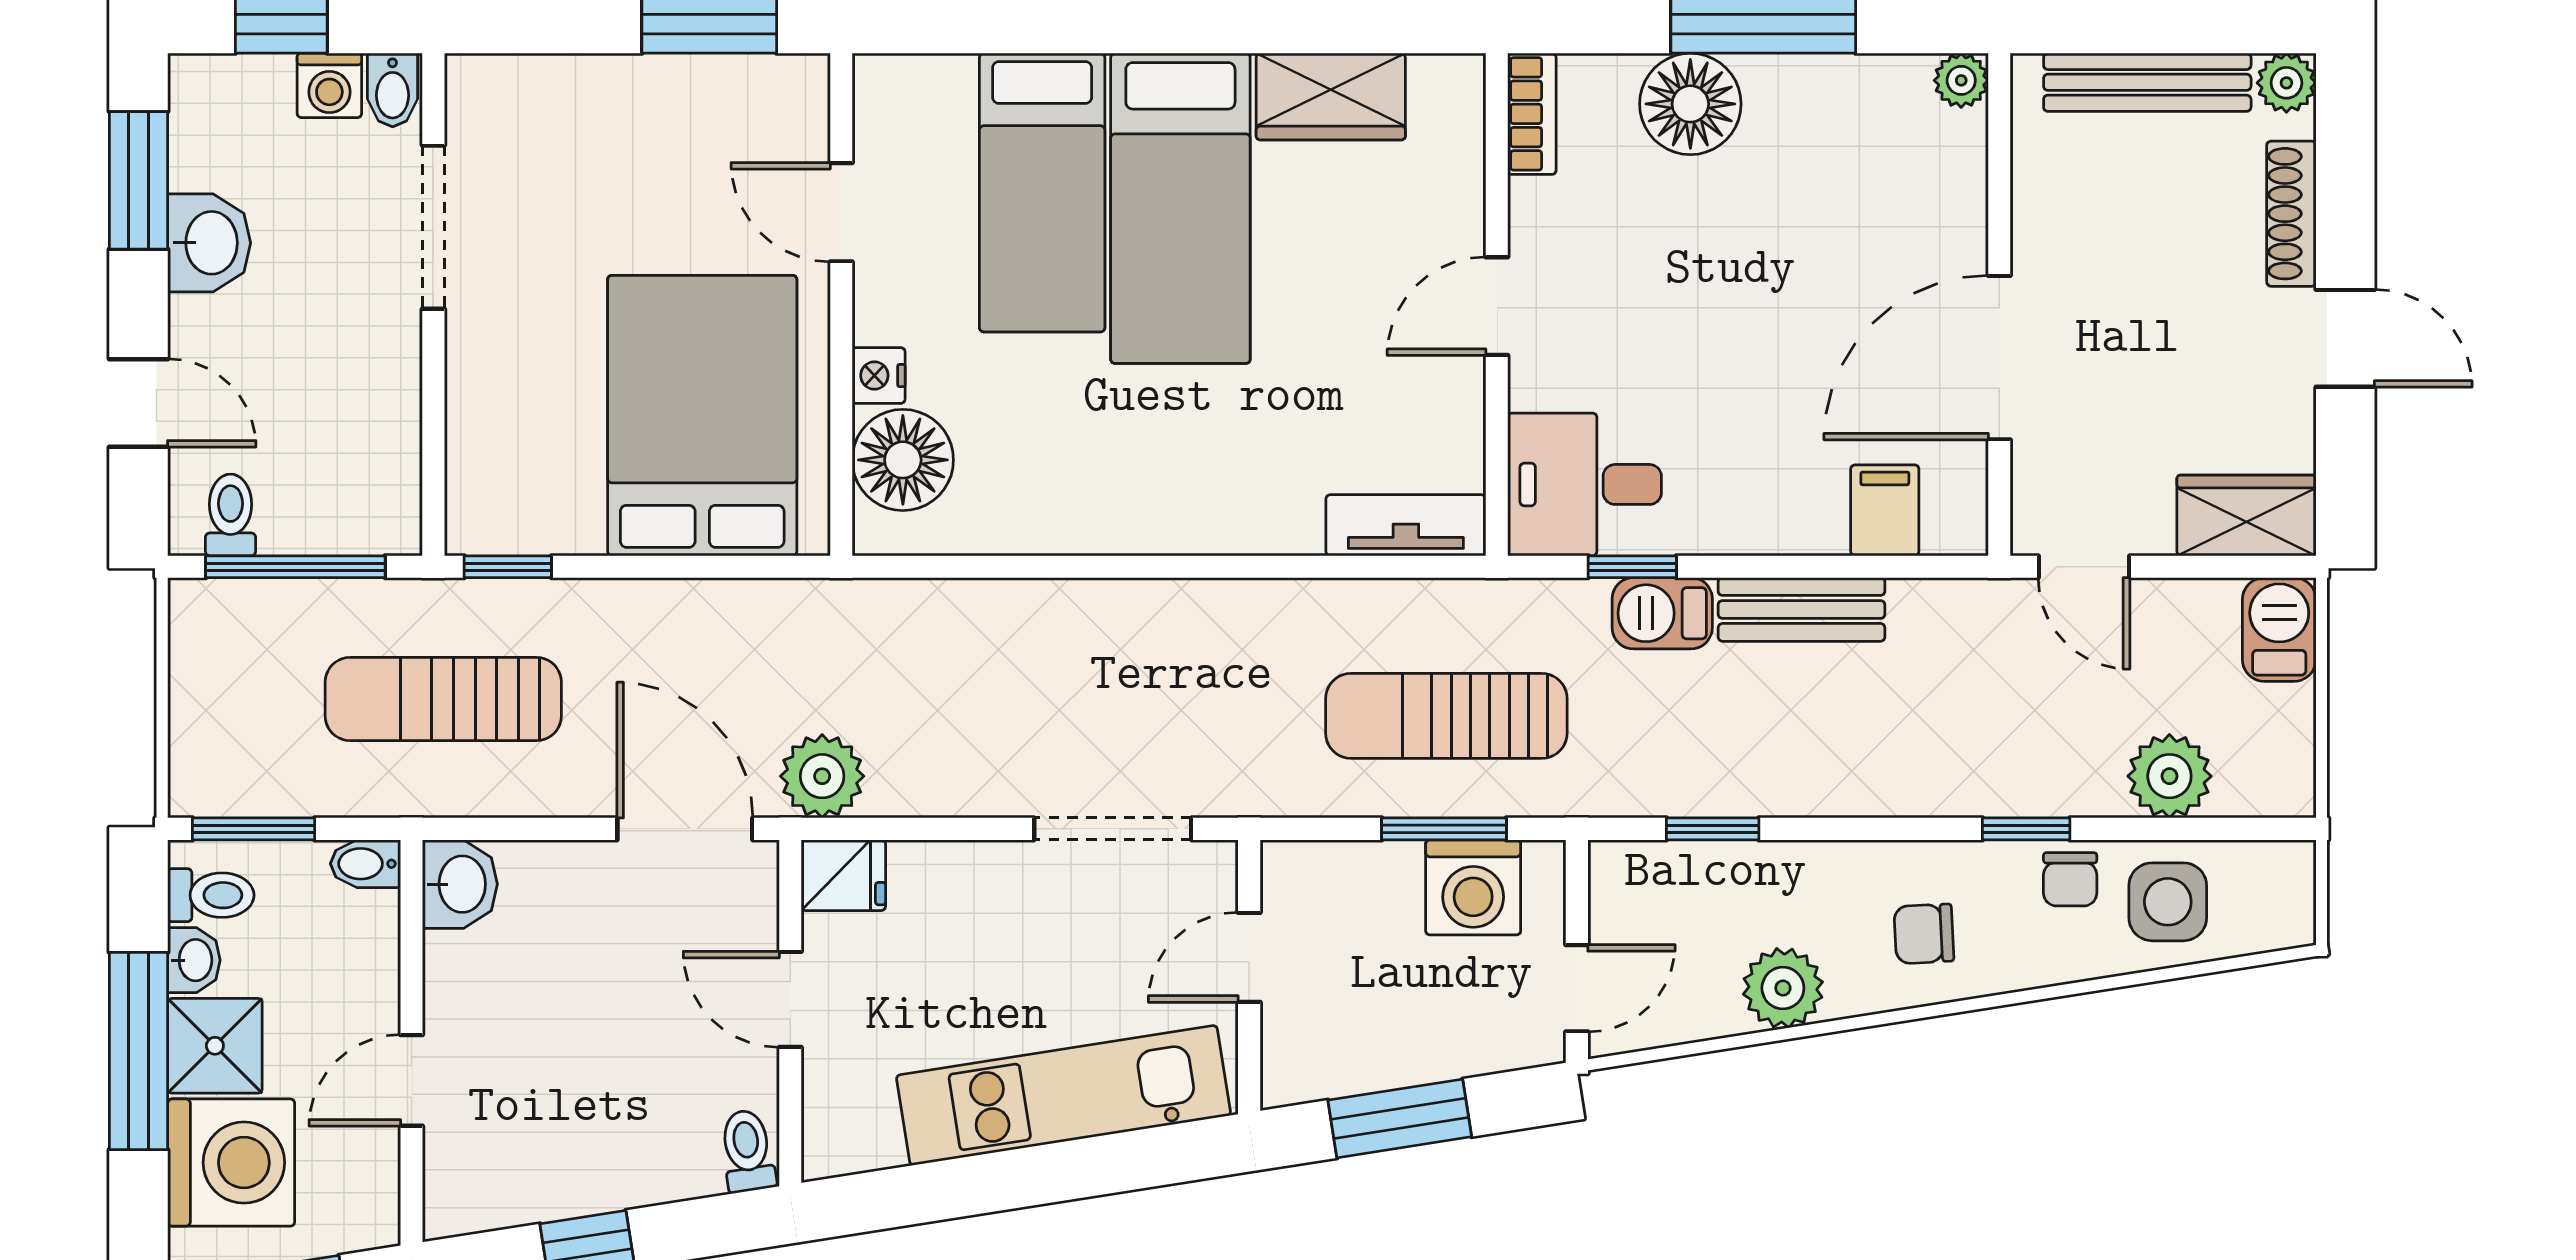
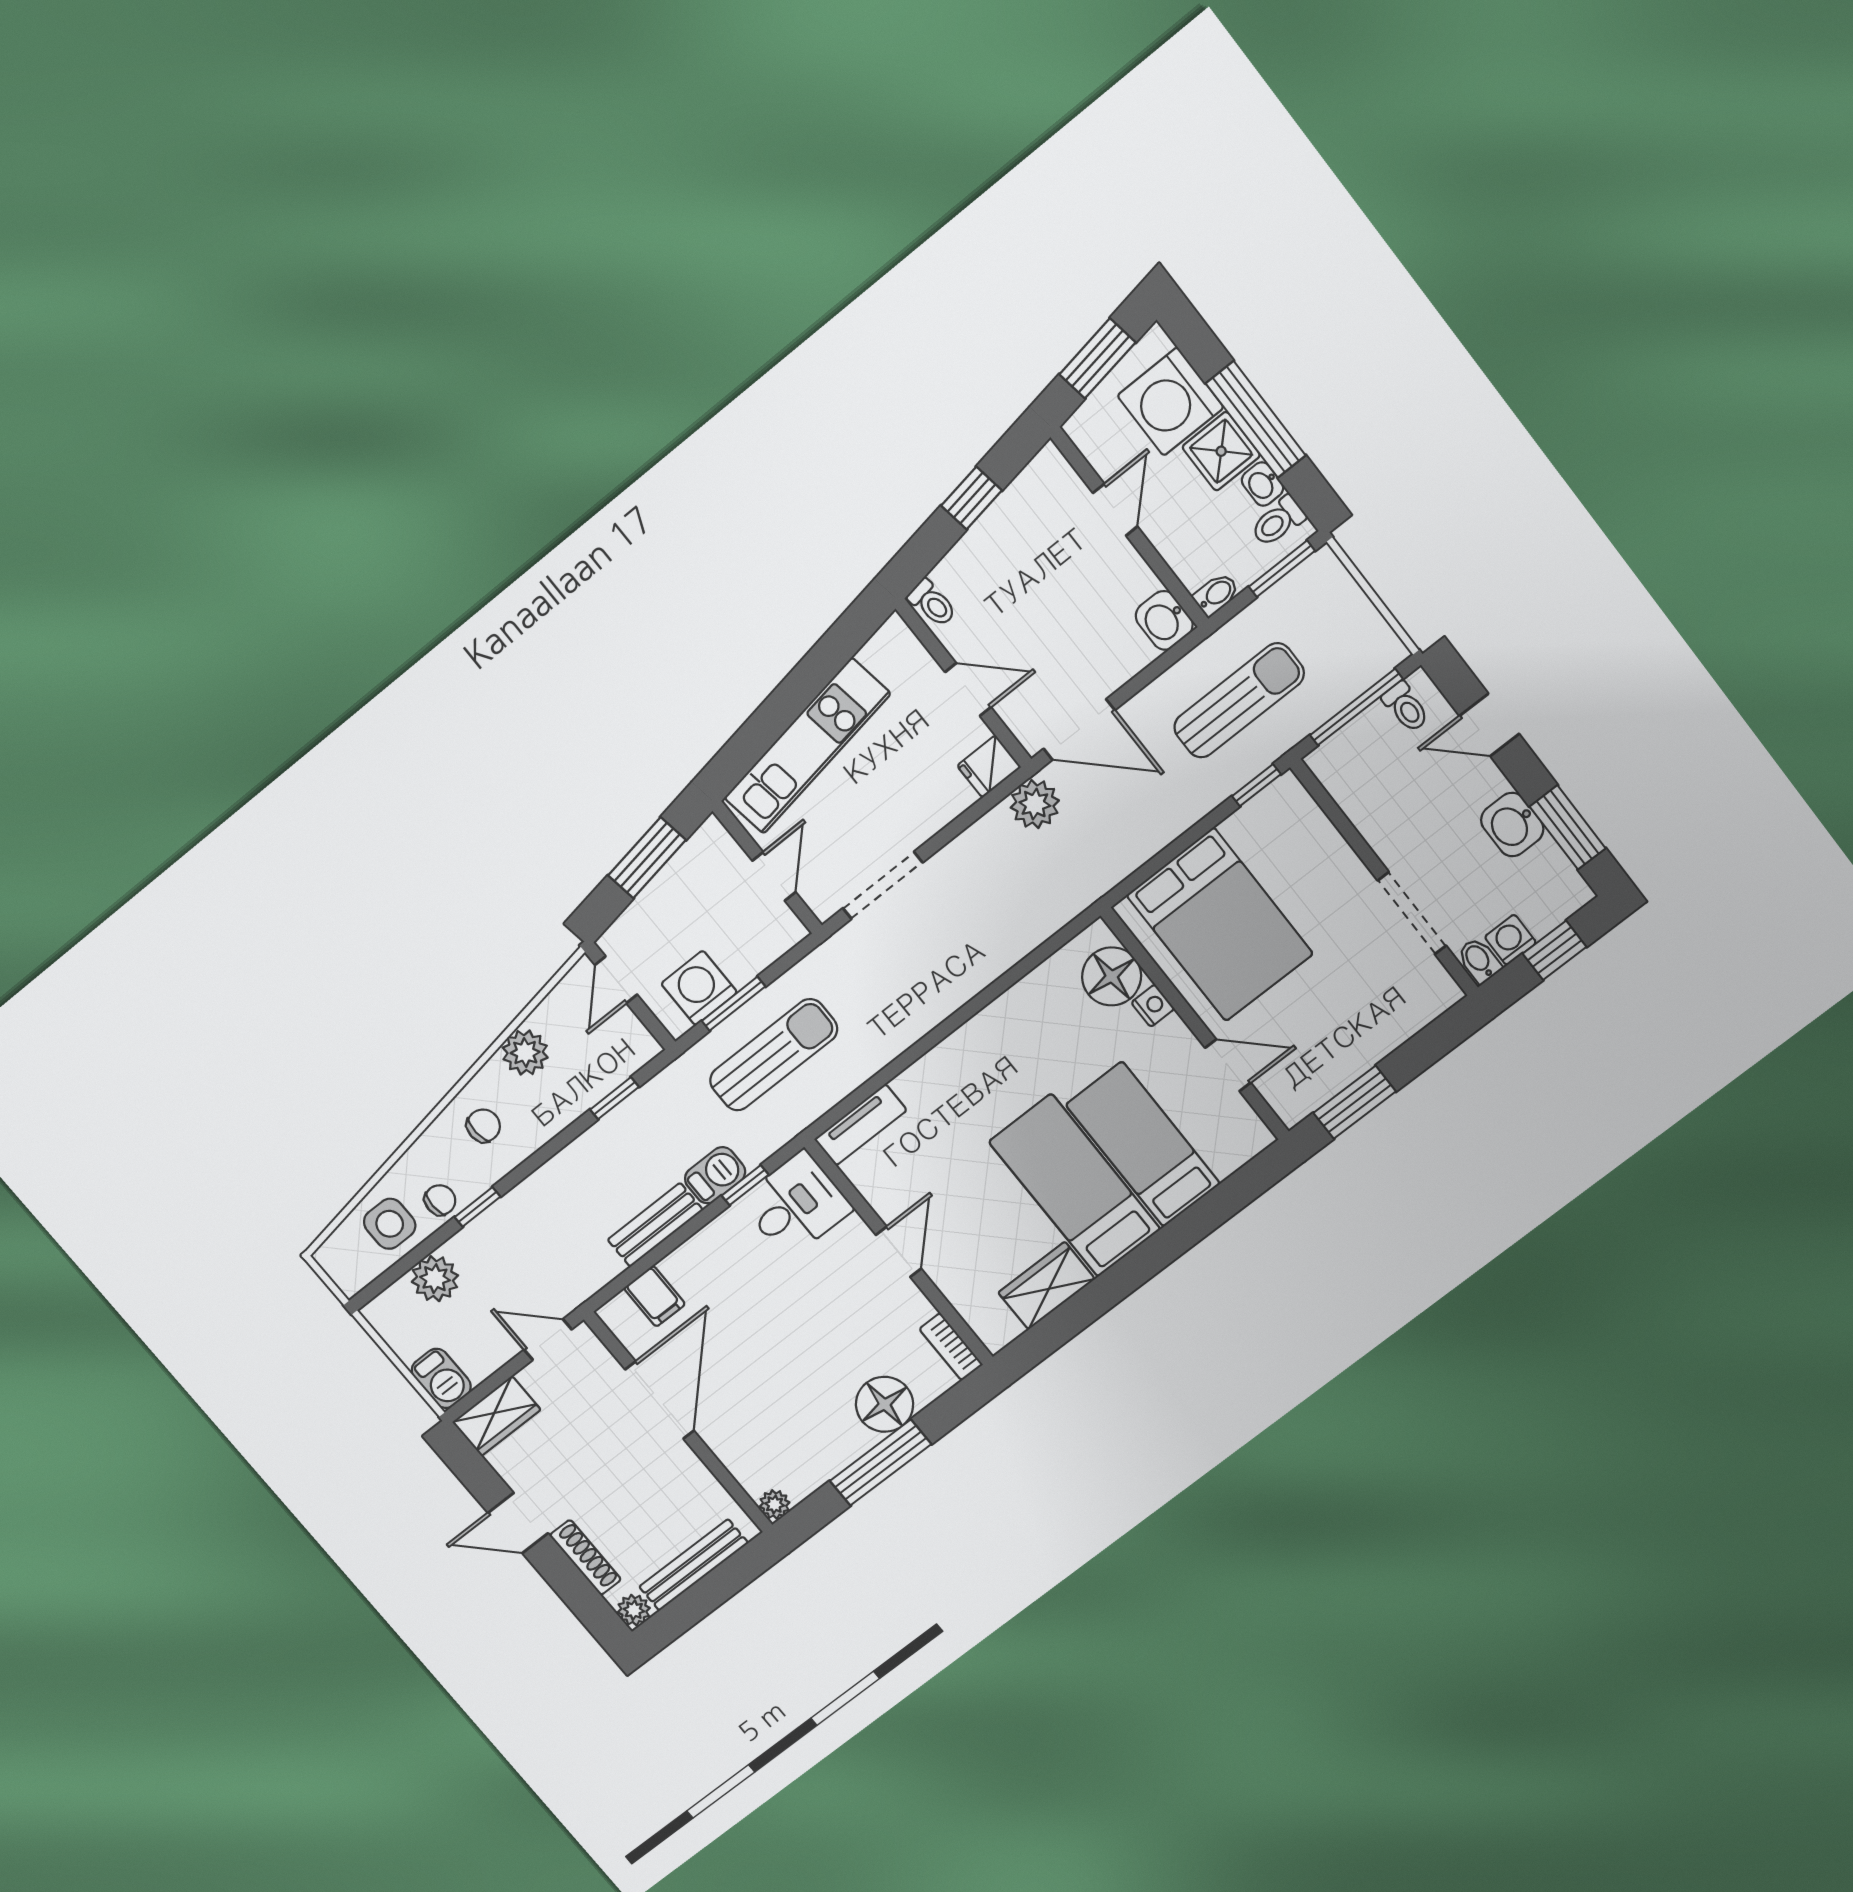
chair: (2070, 879) -> (440, 1200), turned 90

